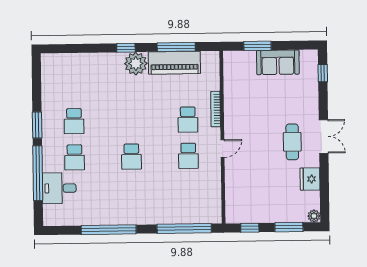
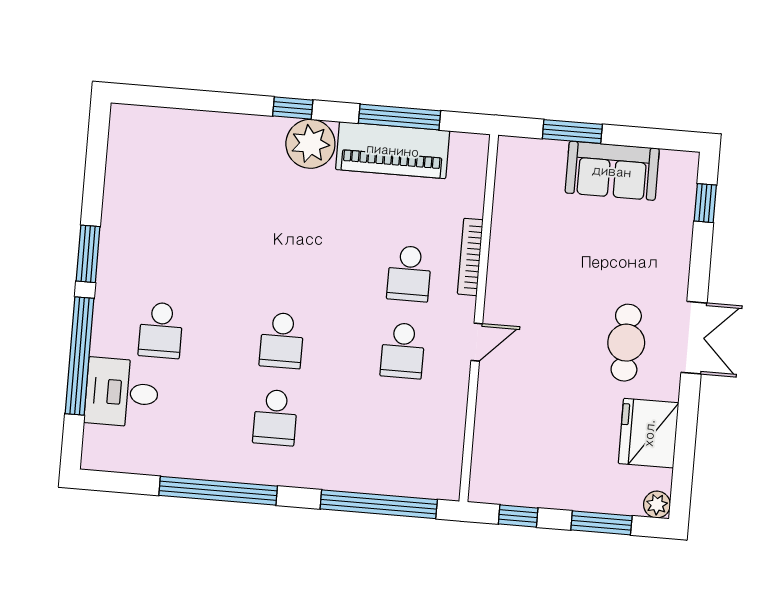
school desk: (74, 121) -> (275, 417), moved
fridge: (310, 179) -> (649, 433), width x1.36, depth x1.34

